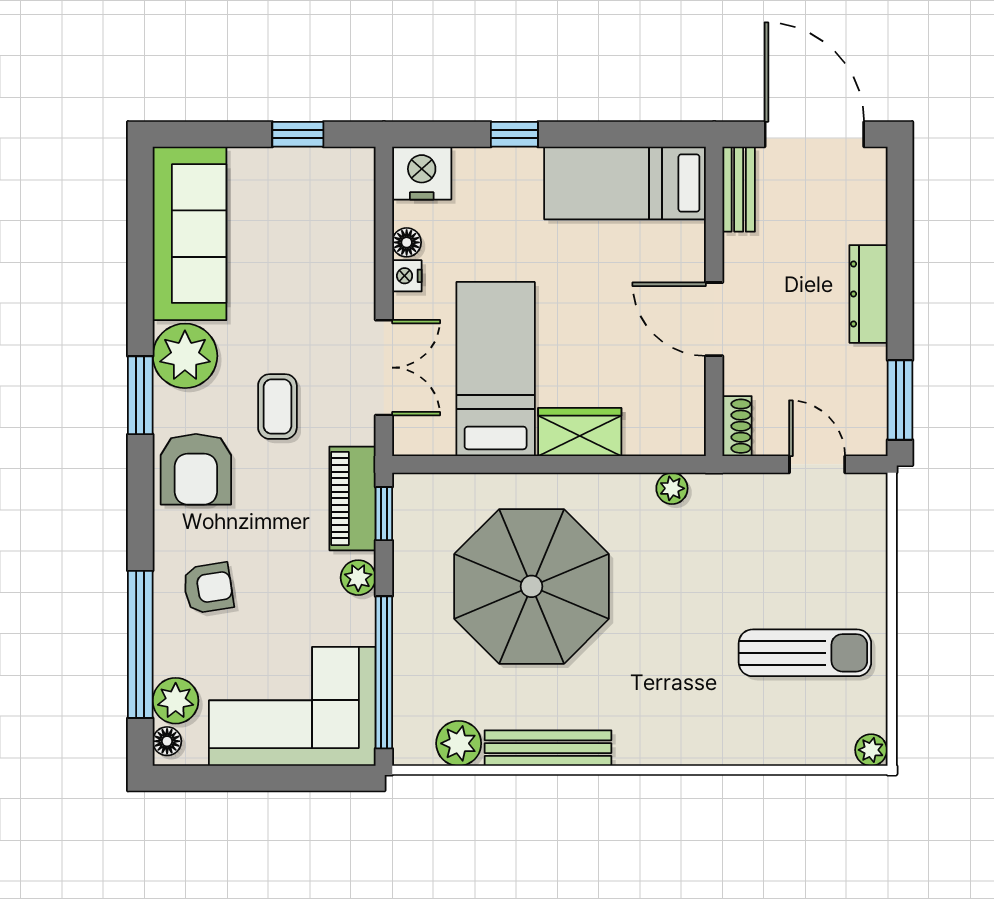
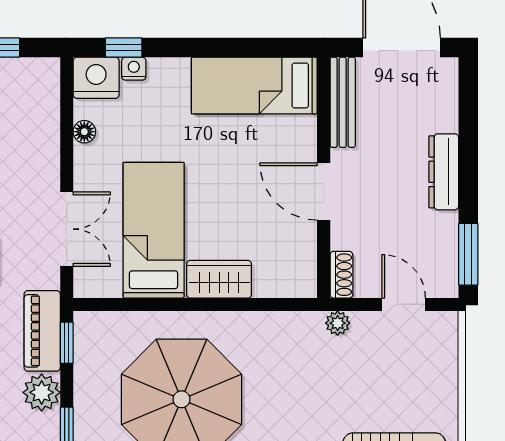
window: (514, 134) -> (124, 48), moved
bench: (739, 189) -> (343, 102), width x1.36
nightstand: (407, 276) -> (134, 69), moved, turned 90
plant: (672, 488) -> (338, 323), moved
plant: (358, 578) -> (42, 392), width x1.38, depth x1.38

